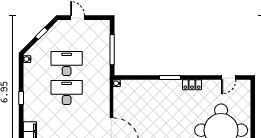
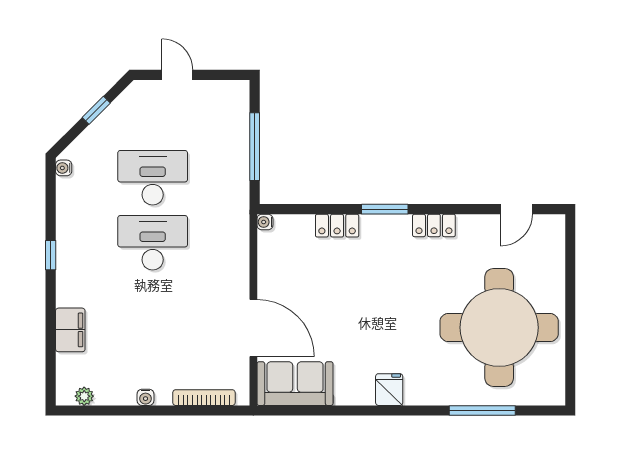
locker: (149, 85) -> (337, 226), added

